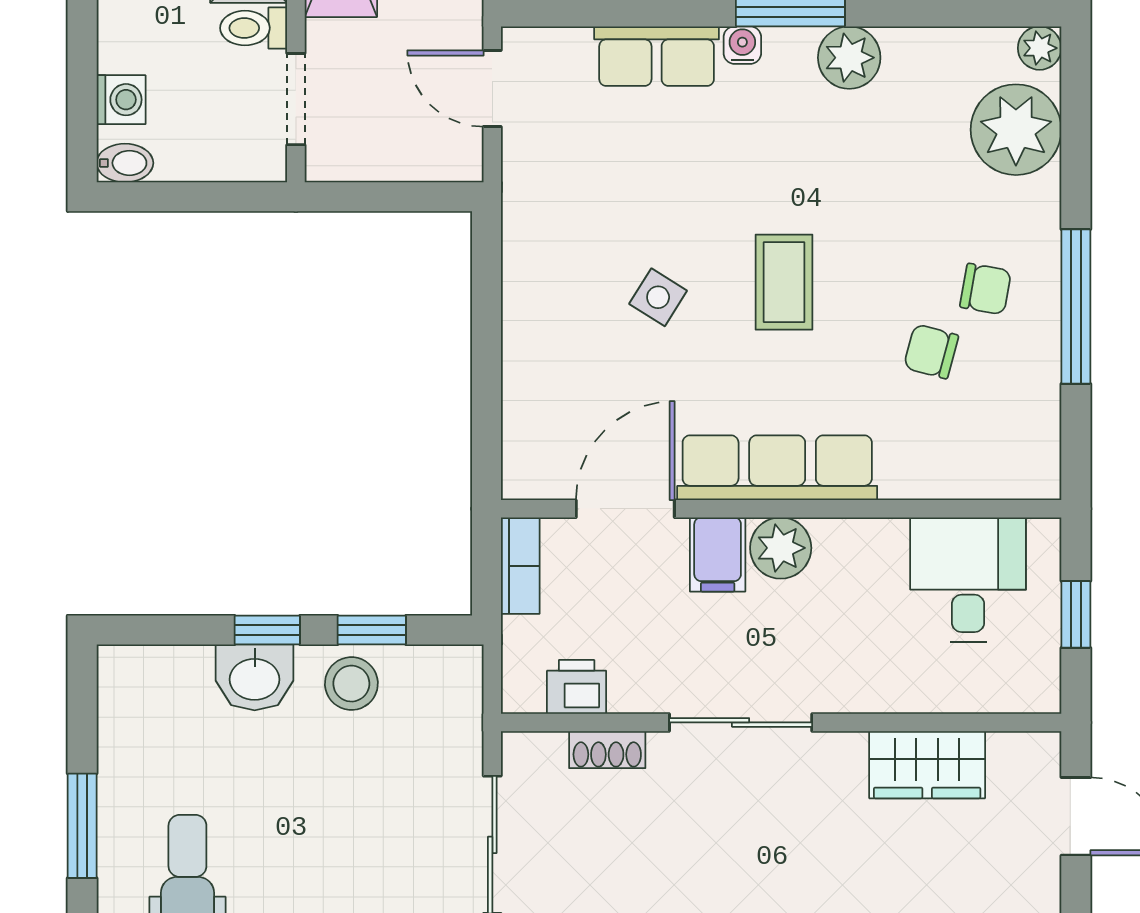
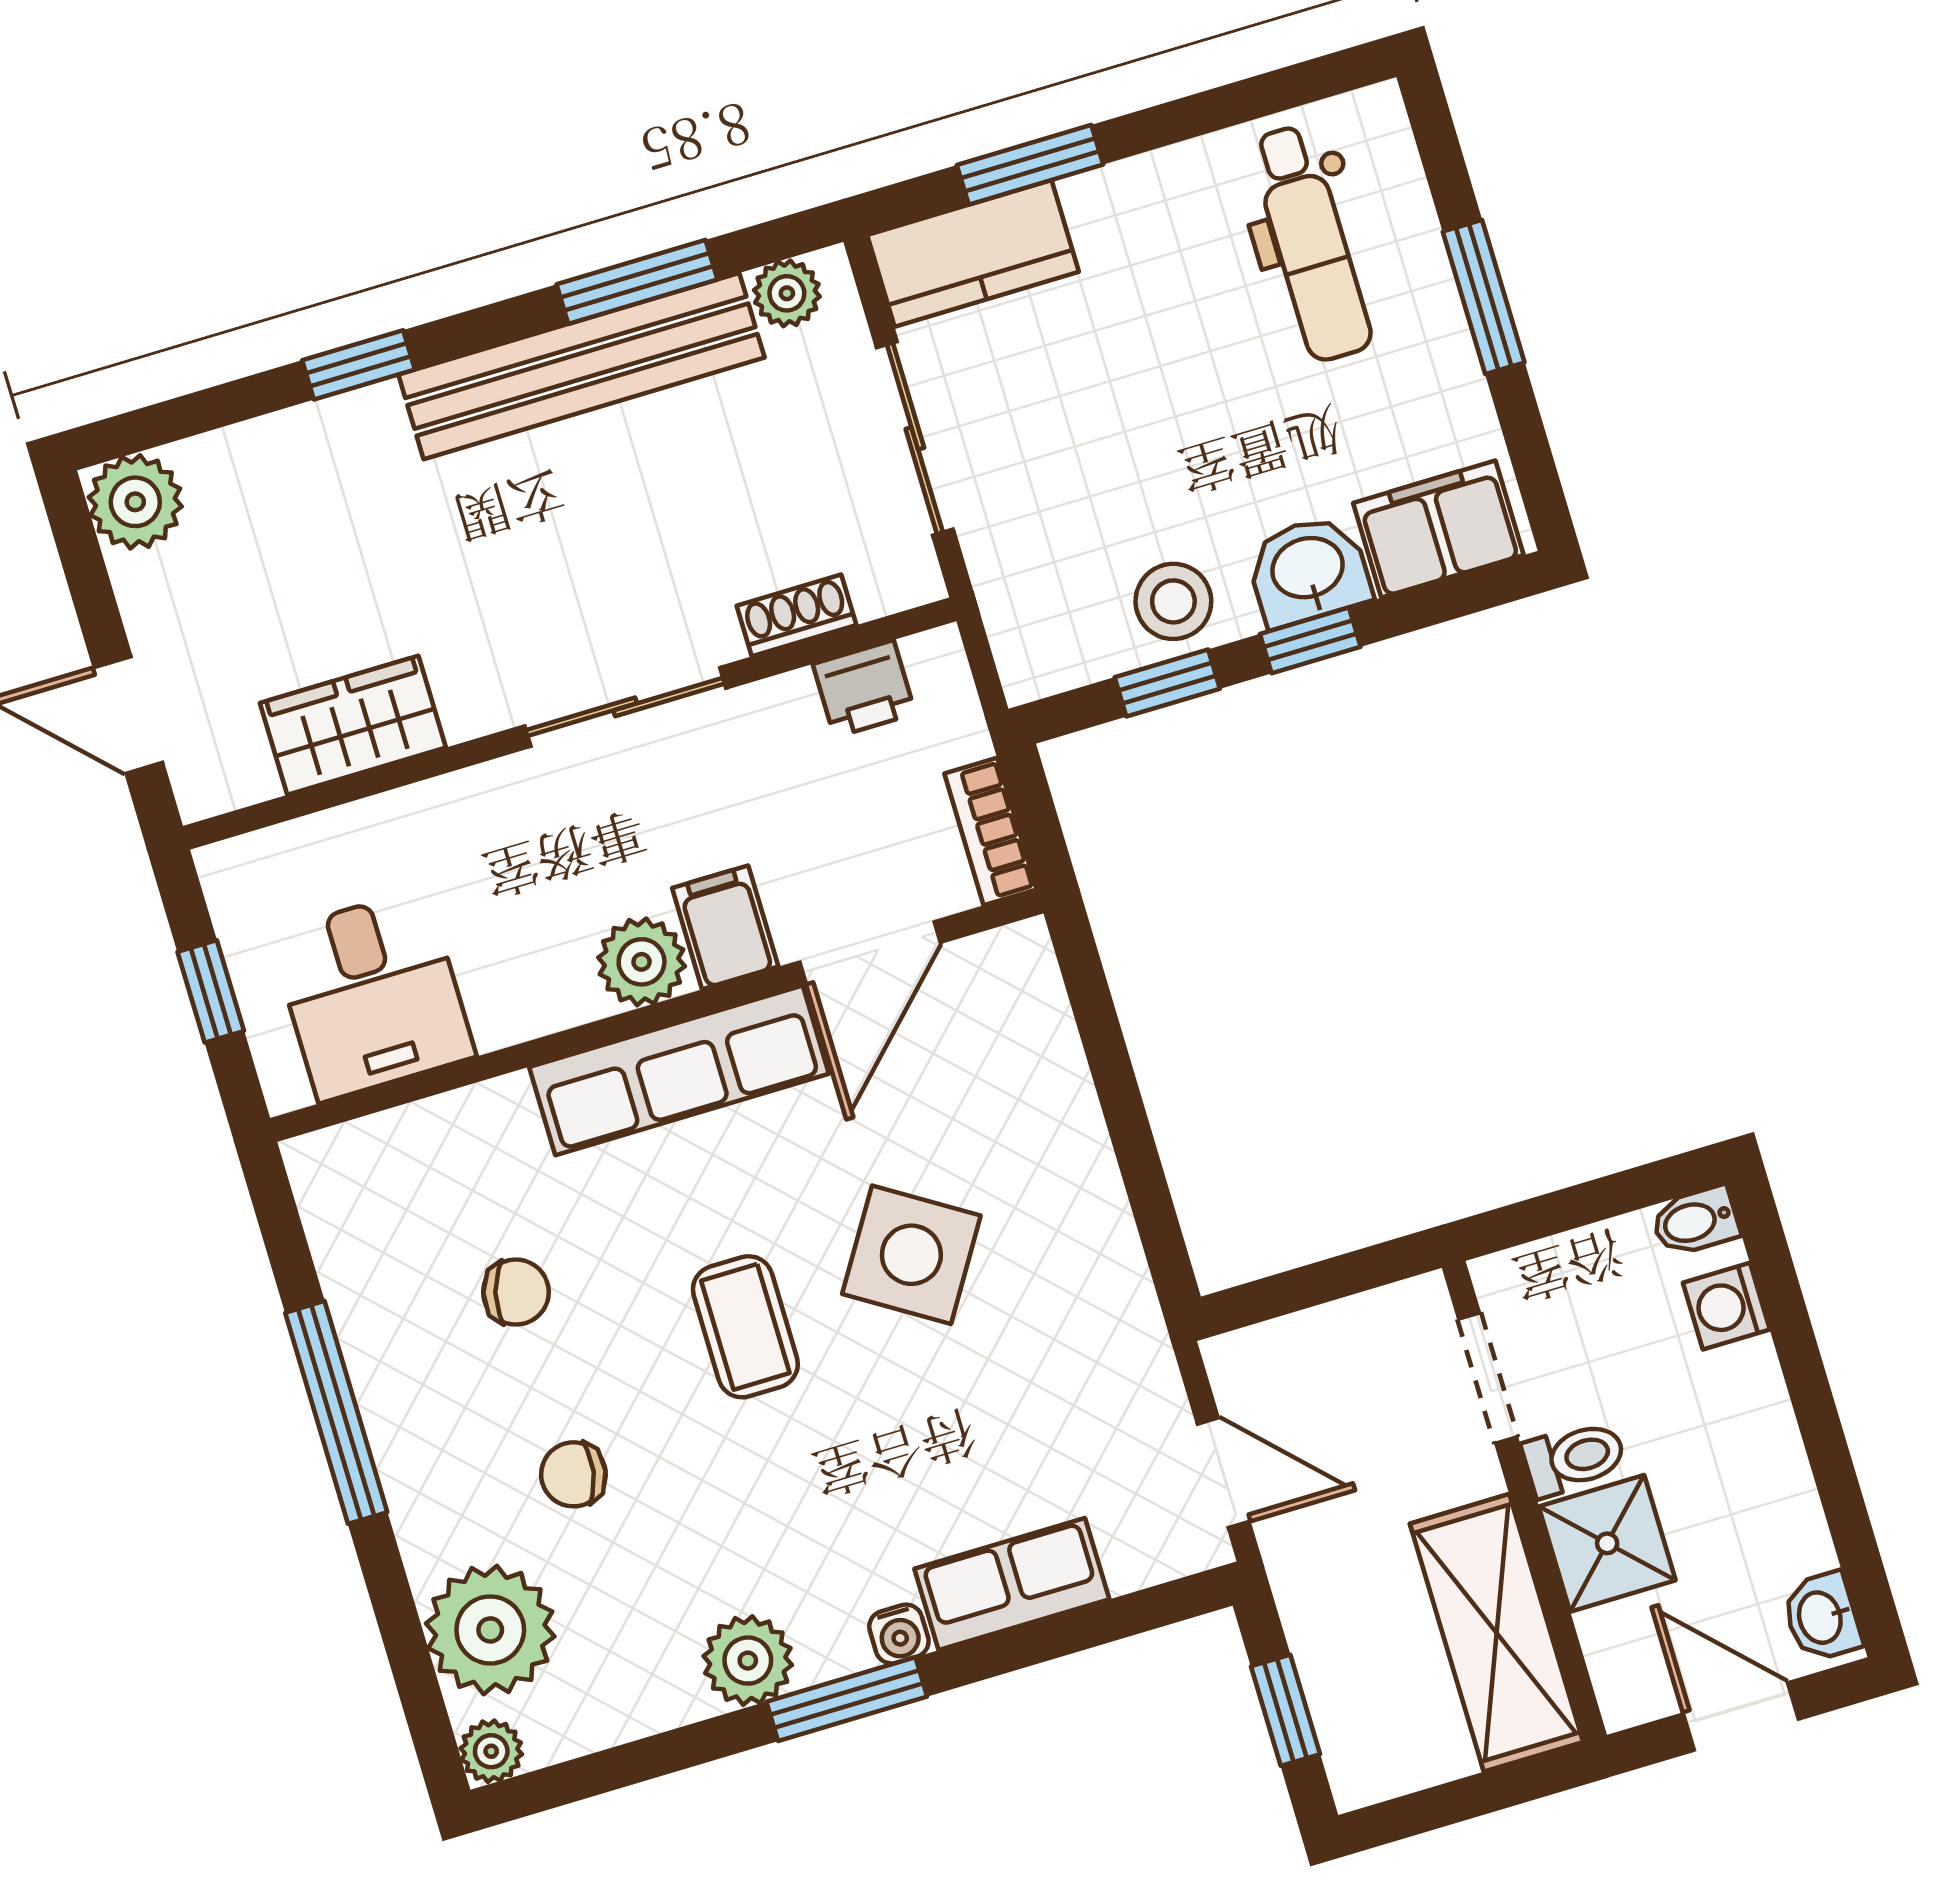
chair: (986, 289) -> (573, 1474), moved
side table: (658, 297) -> (911, 1255), width x1.87, depth x1.87
filing cabinet: (159, 679) -> (1438, 529), added

